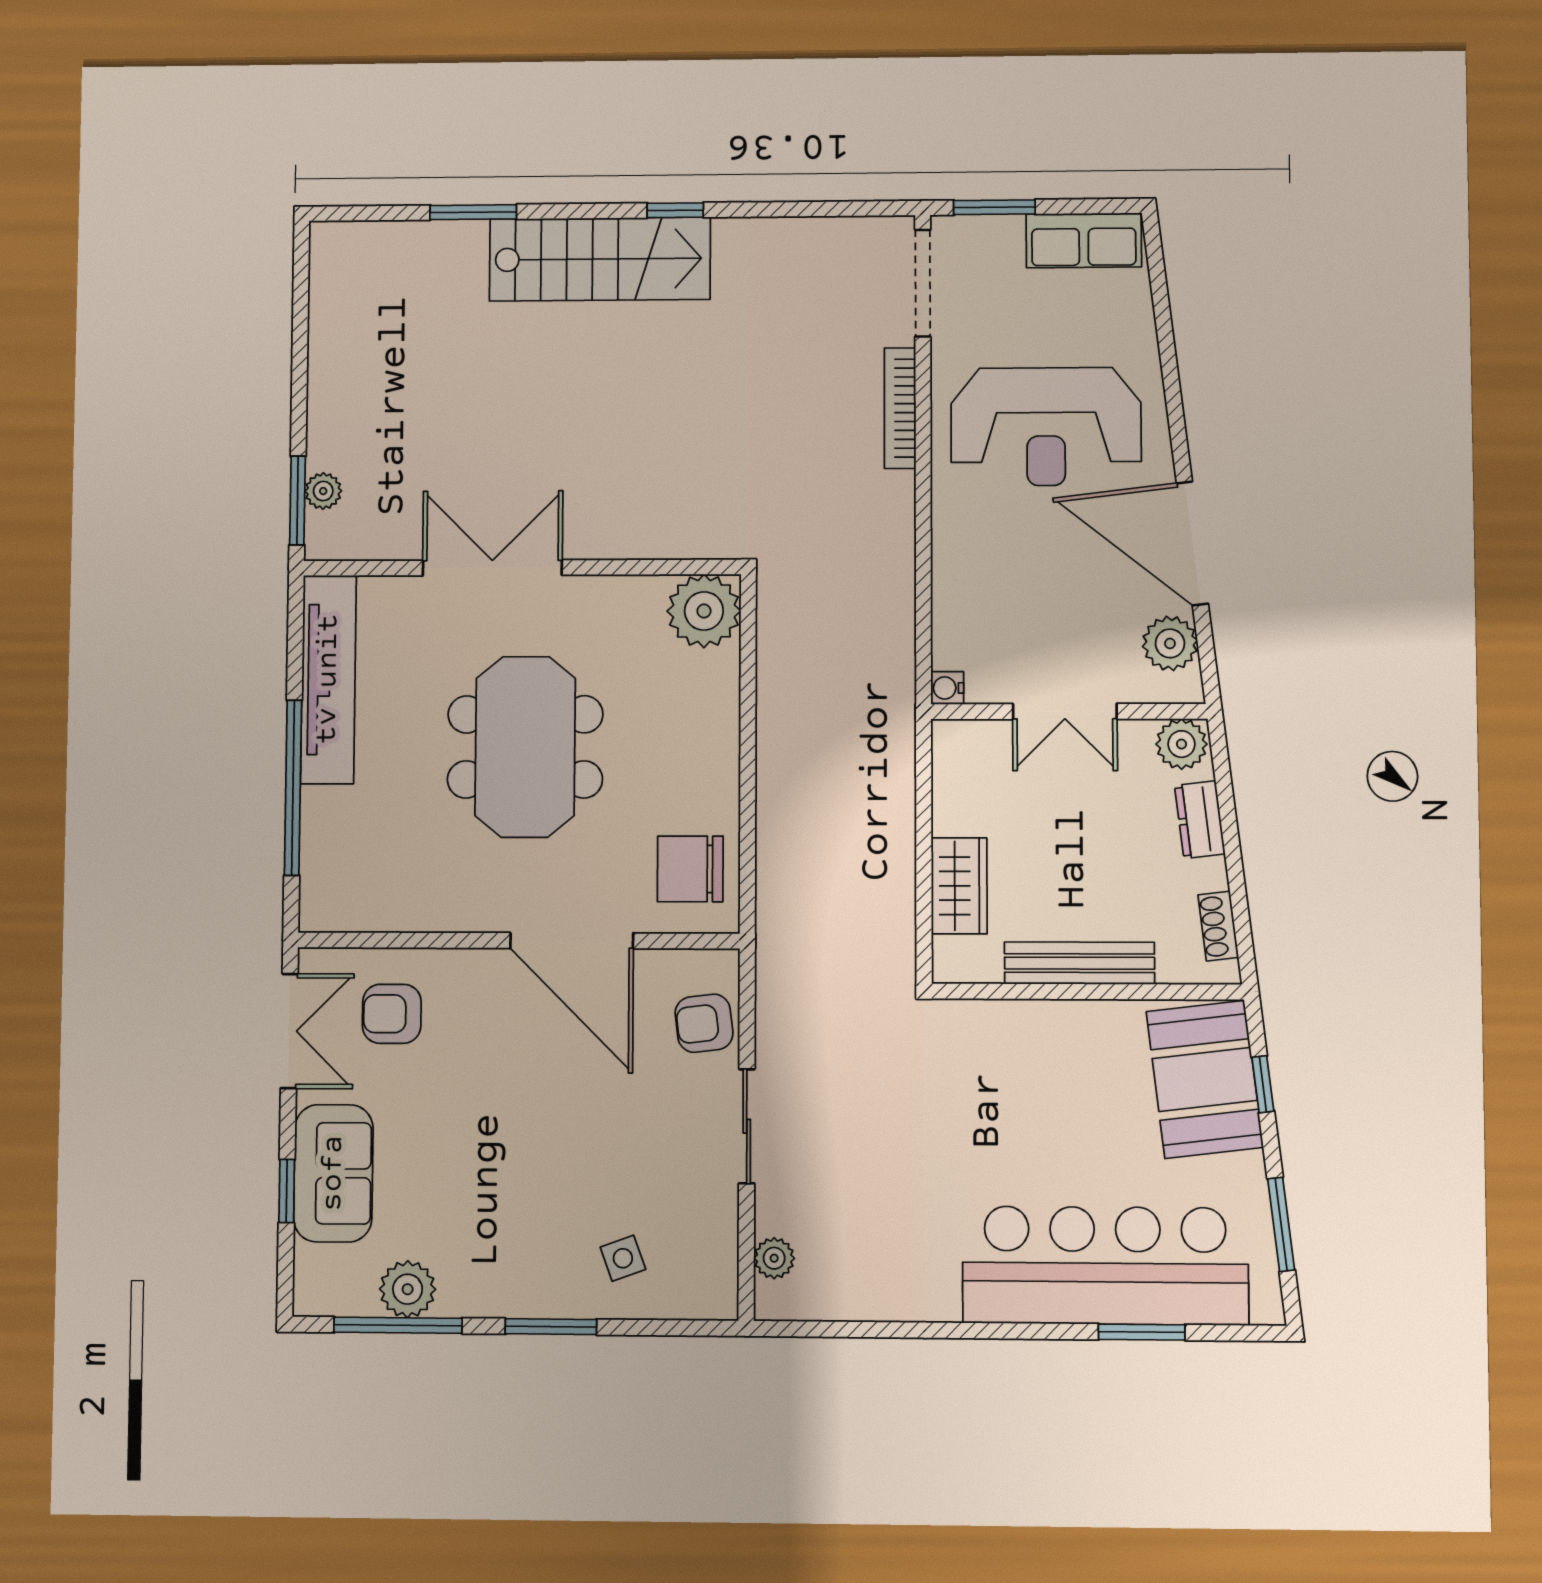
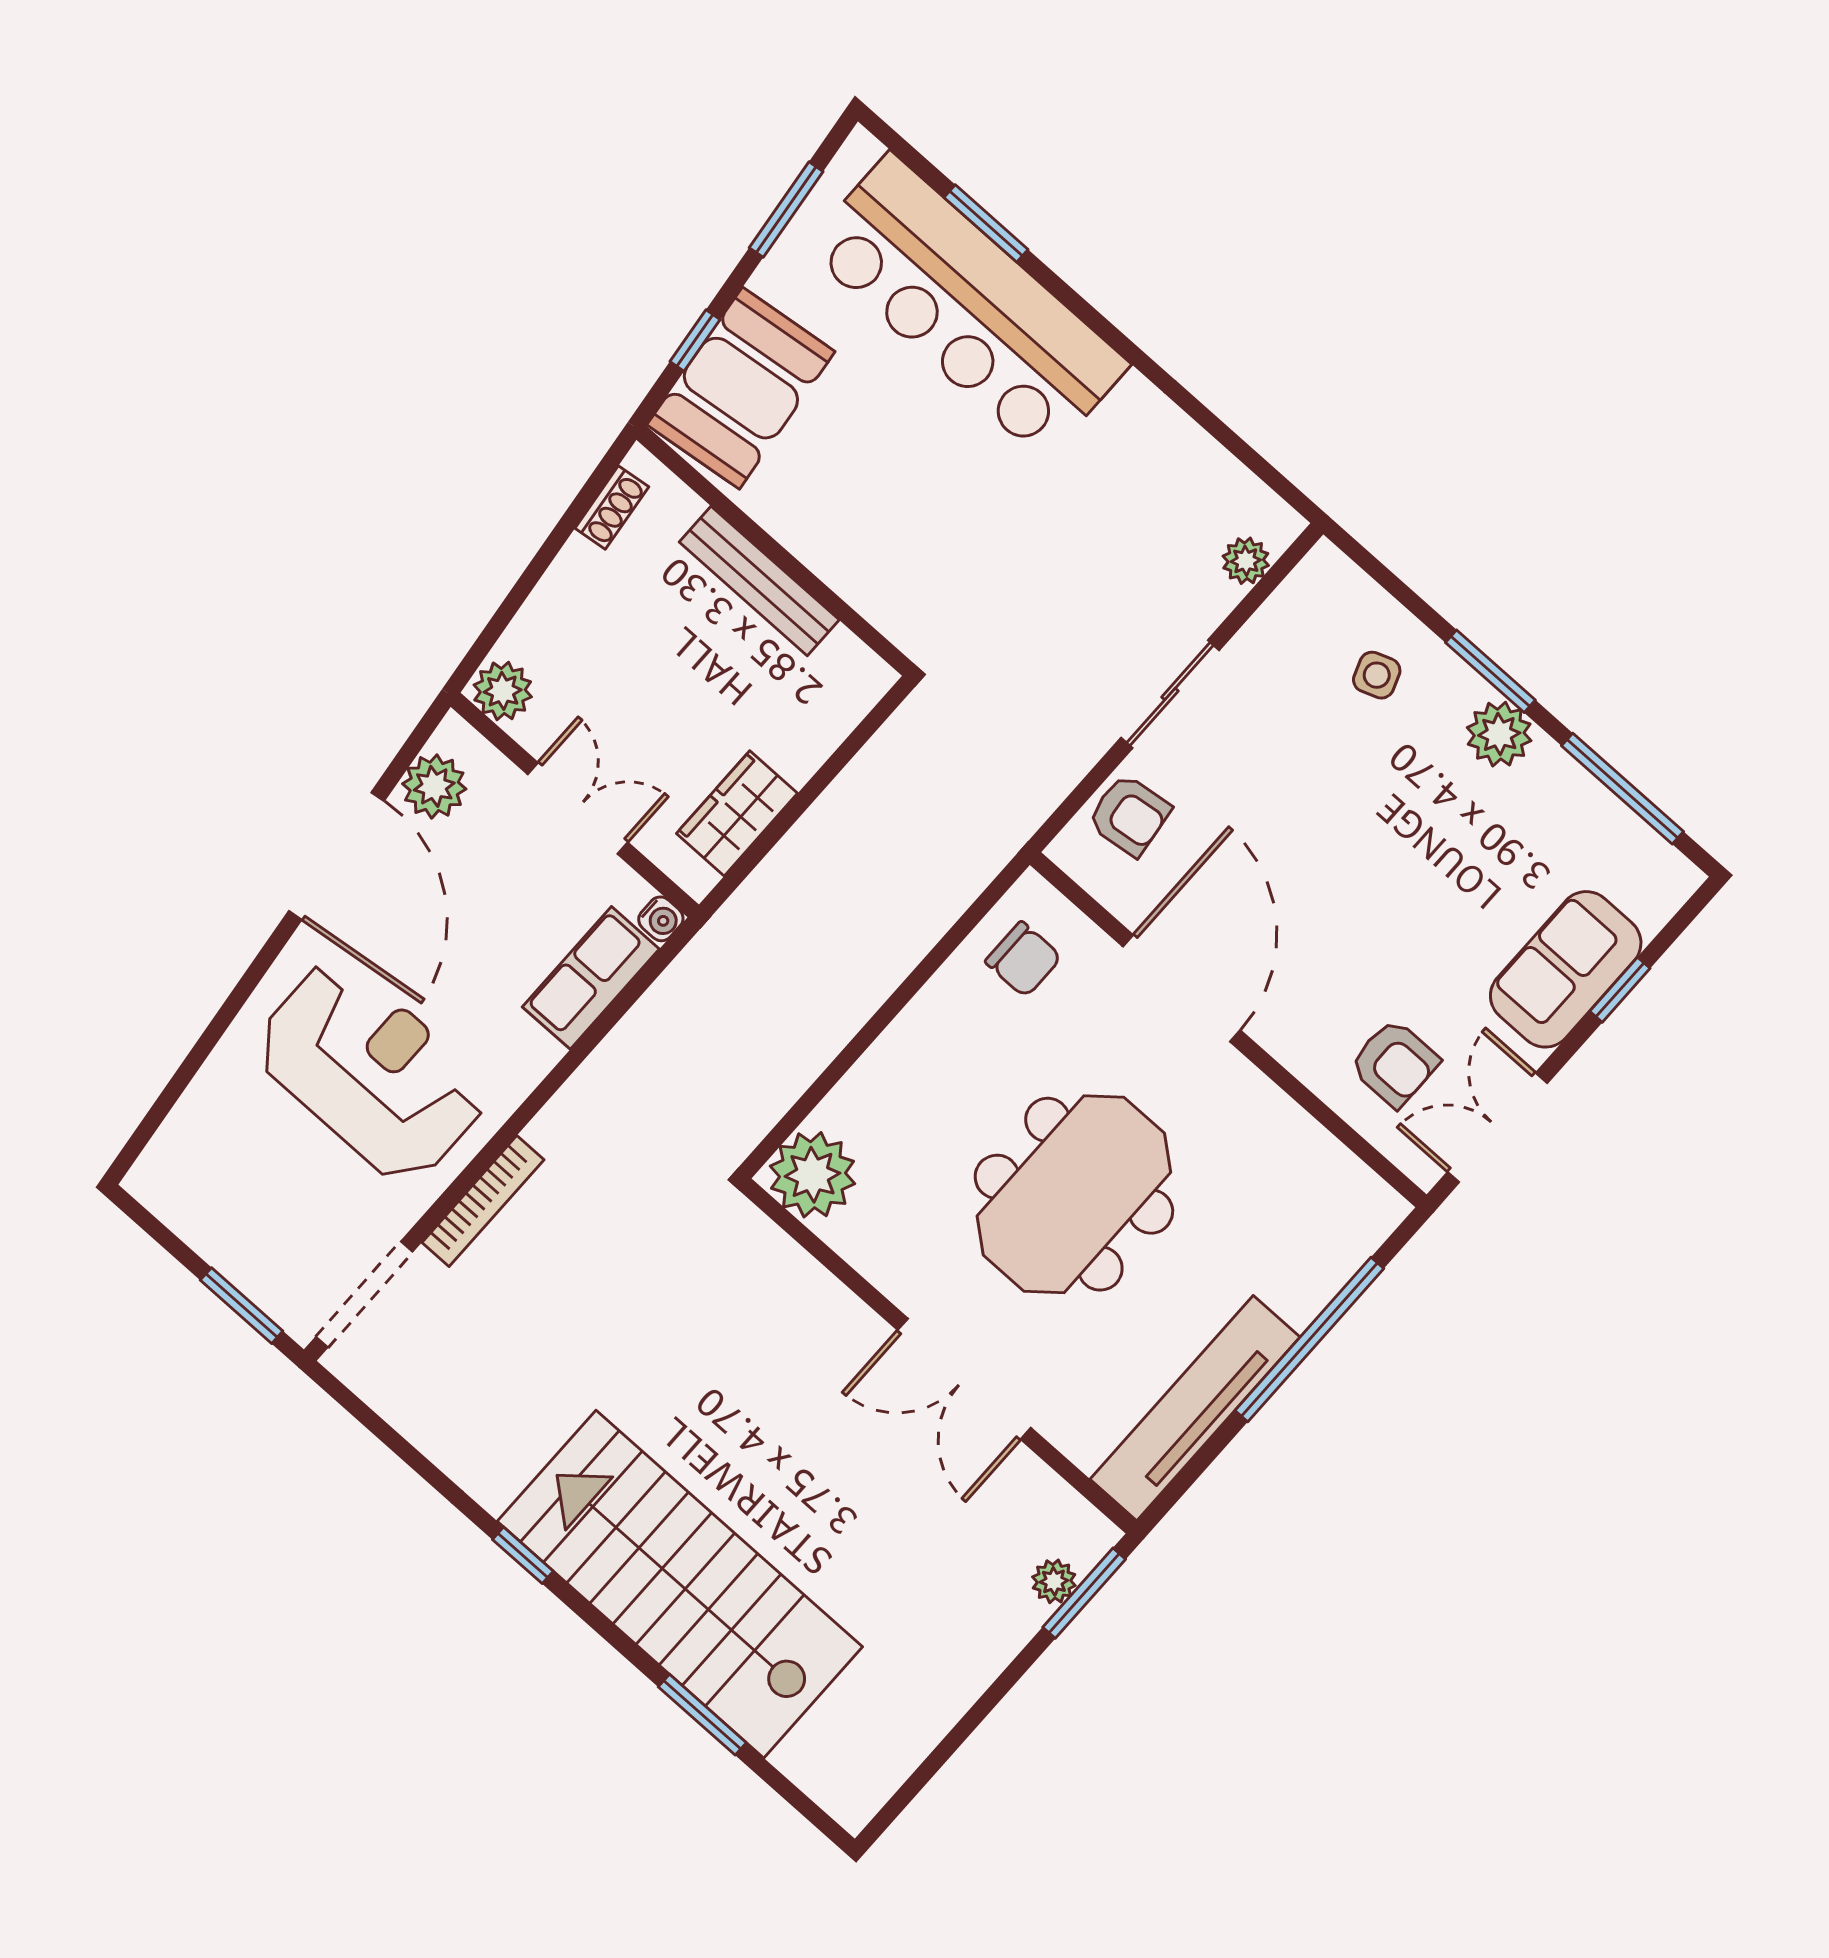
row of seats: (1084, 240) -> (591, 978), moved, turned -90
stairs: (600, 259) -> (680, 1584), width x1.36, depth x1.51
dresser: (1200, 820) -> (546, 612), removed
chair: (690, 869) -> (1023, 959), width x0.73, depth x0.73
wardrobe: (959, 886) -> (737, 813), moved
plant: (408, 1289) -> (1499, 734), moved

